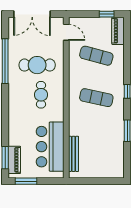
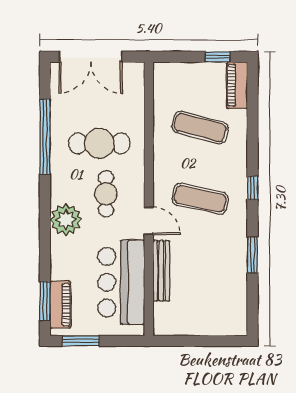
door: (66, 32) -> (149, 221), moved
plant: (17, 110) -> (66, 220), added
bench: (73, 154) -> (161, 271), moved

